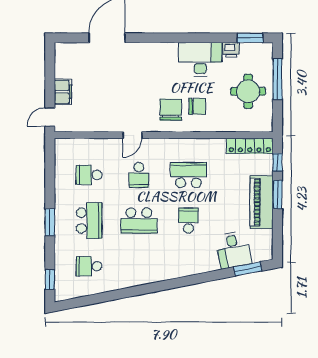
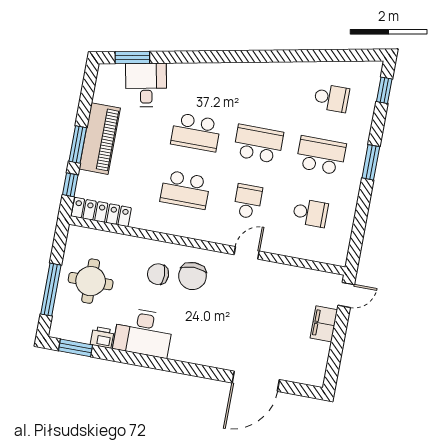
school desk: (89, 221) -> (321, 155), turned 90
school desk: (188, 221) -> (196, 132), width x1.85

